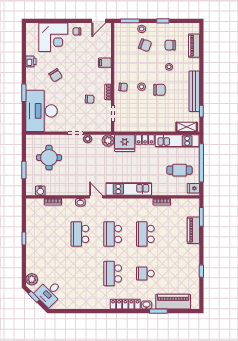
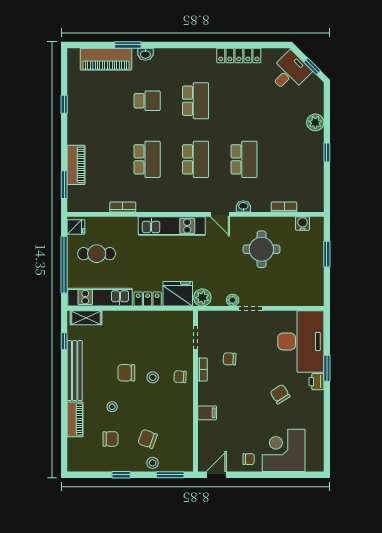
piano: (194, 46) -> (75, 419), moved
printer: (31, 61) -> (316, 382), moved
round table: (49, 158) -> (261, 249), moved
plant: (32, 279) -> (315, 122), moved
locker: (125, 304) -> (239, 56), moved

